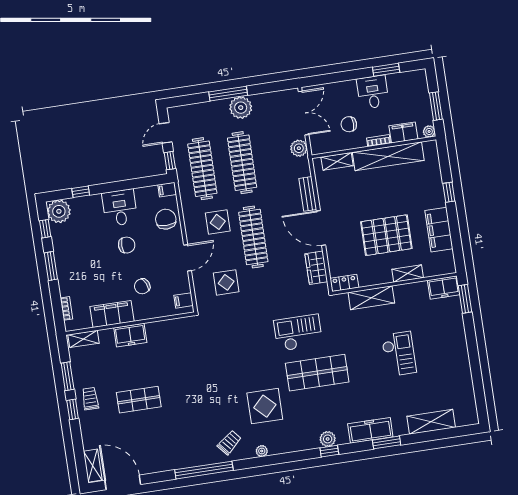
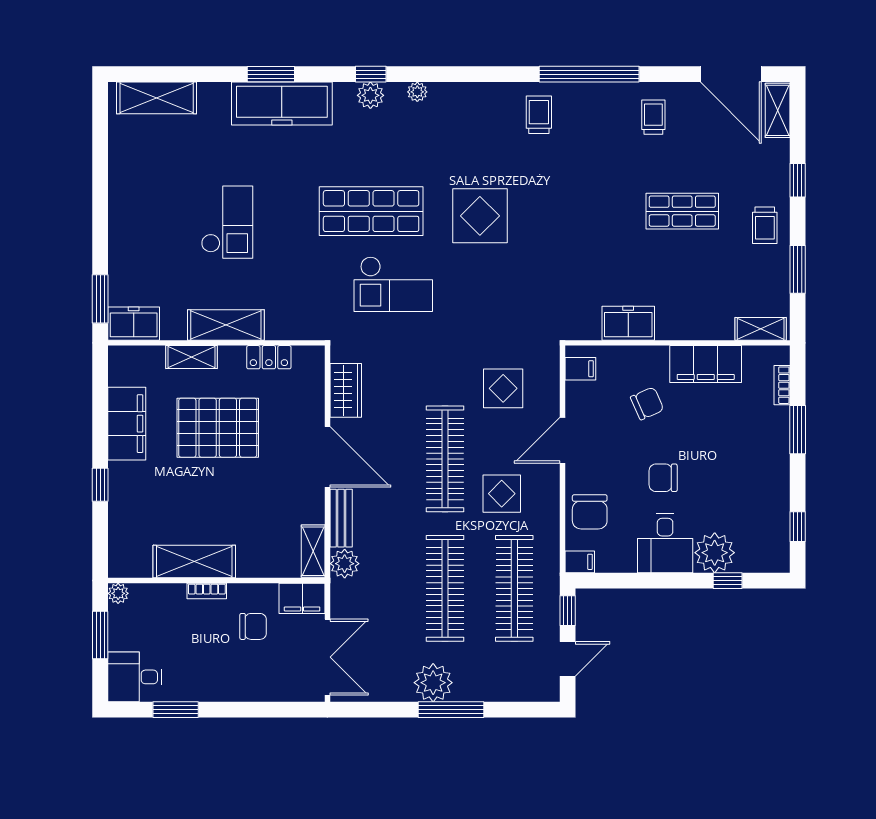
desk: (373, 92) -> (135, 677), moved, turned 90
double door: (304, 113) -> (327, 657), swing flipped
filing cabinet: (403, 132) -> (302, 598), moved
plant: (299, 148) -> (345, 564), moved
shelving: (388, 156) -> (194, 562), width x0.68
shelving: (337, 161) -> (313, 551), moved, turned 90
plant: (59, 211) -> (715, 553), moved
window: (51, 266) -> (798, 430), moved
locker: (344, 283) -> (269, 357), moved
shelving: (371, 298) -> (226, 325), moved
freezer: (130, 335) -> (628, 323), moved
checkout: (399, 354) -> (227, 222), turned 180
display table: (265, 406) -> (480, 216), moved
window: (73, 409) -> (798, 180), moved
shelving: (431, 422) -> (157, 98), moved
freezer: (370, 430) -> (282, 104), width x1.36, depth x1.26
trolley: (229, 442) -> (539, 115), turned 130
trolley: (163, 451) -> (653, 117), added
plant: (262, 451) -> (417, 92), moved

